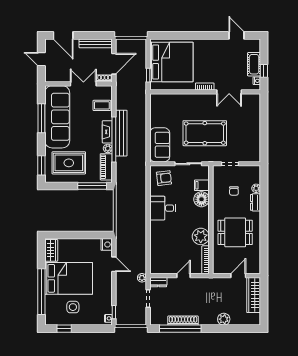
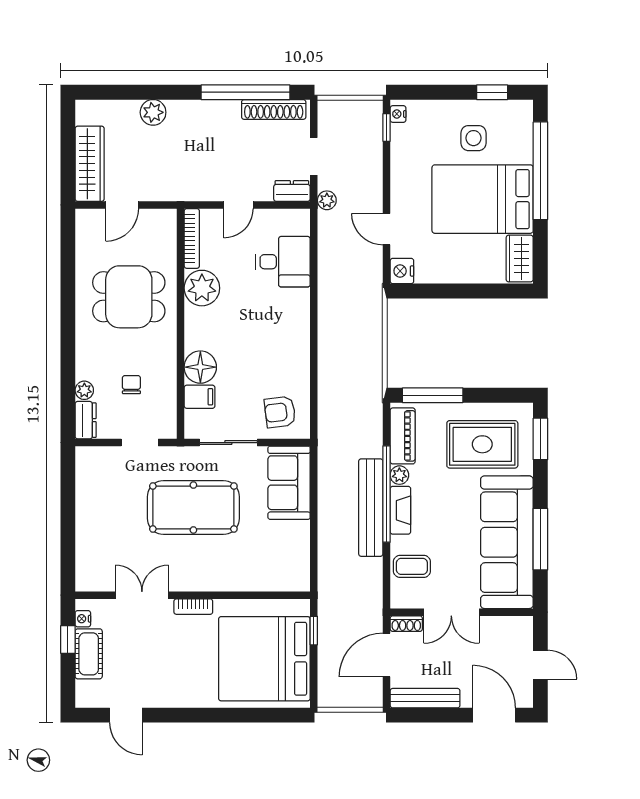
dresser: (255, 202) -> (86, 420), moved
desk: (163, 208) -> (283, 262), moved
shoe rack: (183, 321) -> (274, 109), moved

